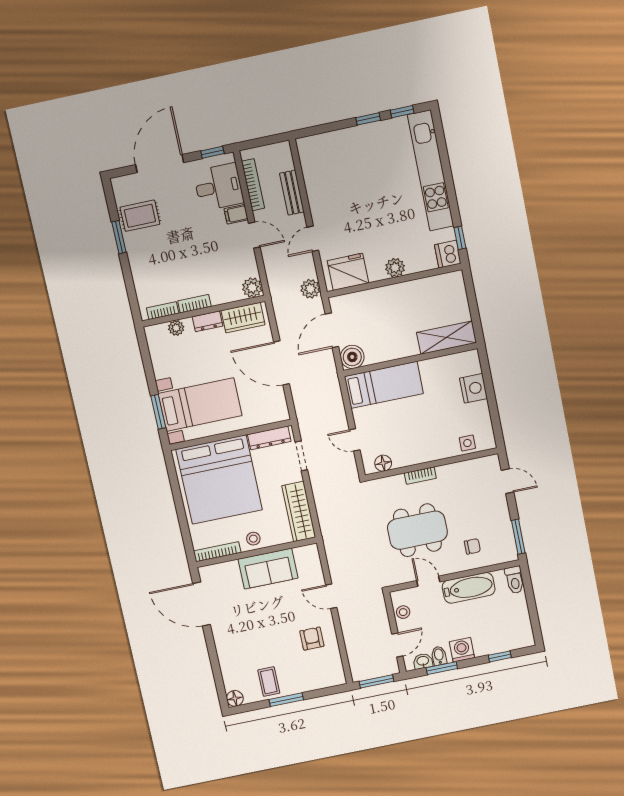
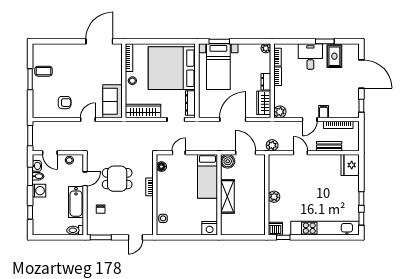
desk: (219, 187) -> (310, 56), moved, turned 180
fridge: (348, 272) -> (350, 165), moved, turned 180
plant: (176, 328) -> (266, 48), moved
shelving: (447, 338) -> (227, 196), moved
nightstand: (474, 388) -> (210, 228), moved
dining table: (417, 530) -> (117, 179), width x0.73
sofa: (268, 569) -> (113, 101), moved
floor lamp: (235, 698) -> (37, 49), removed

